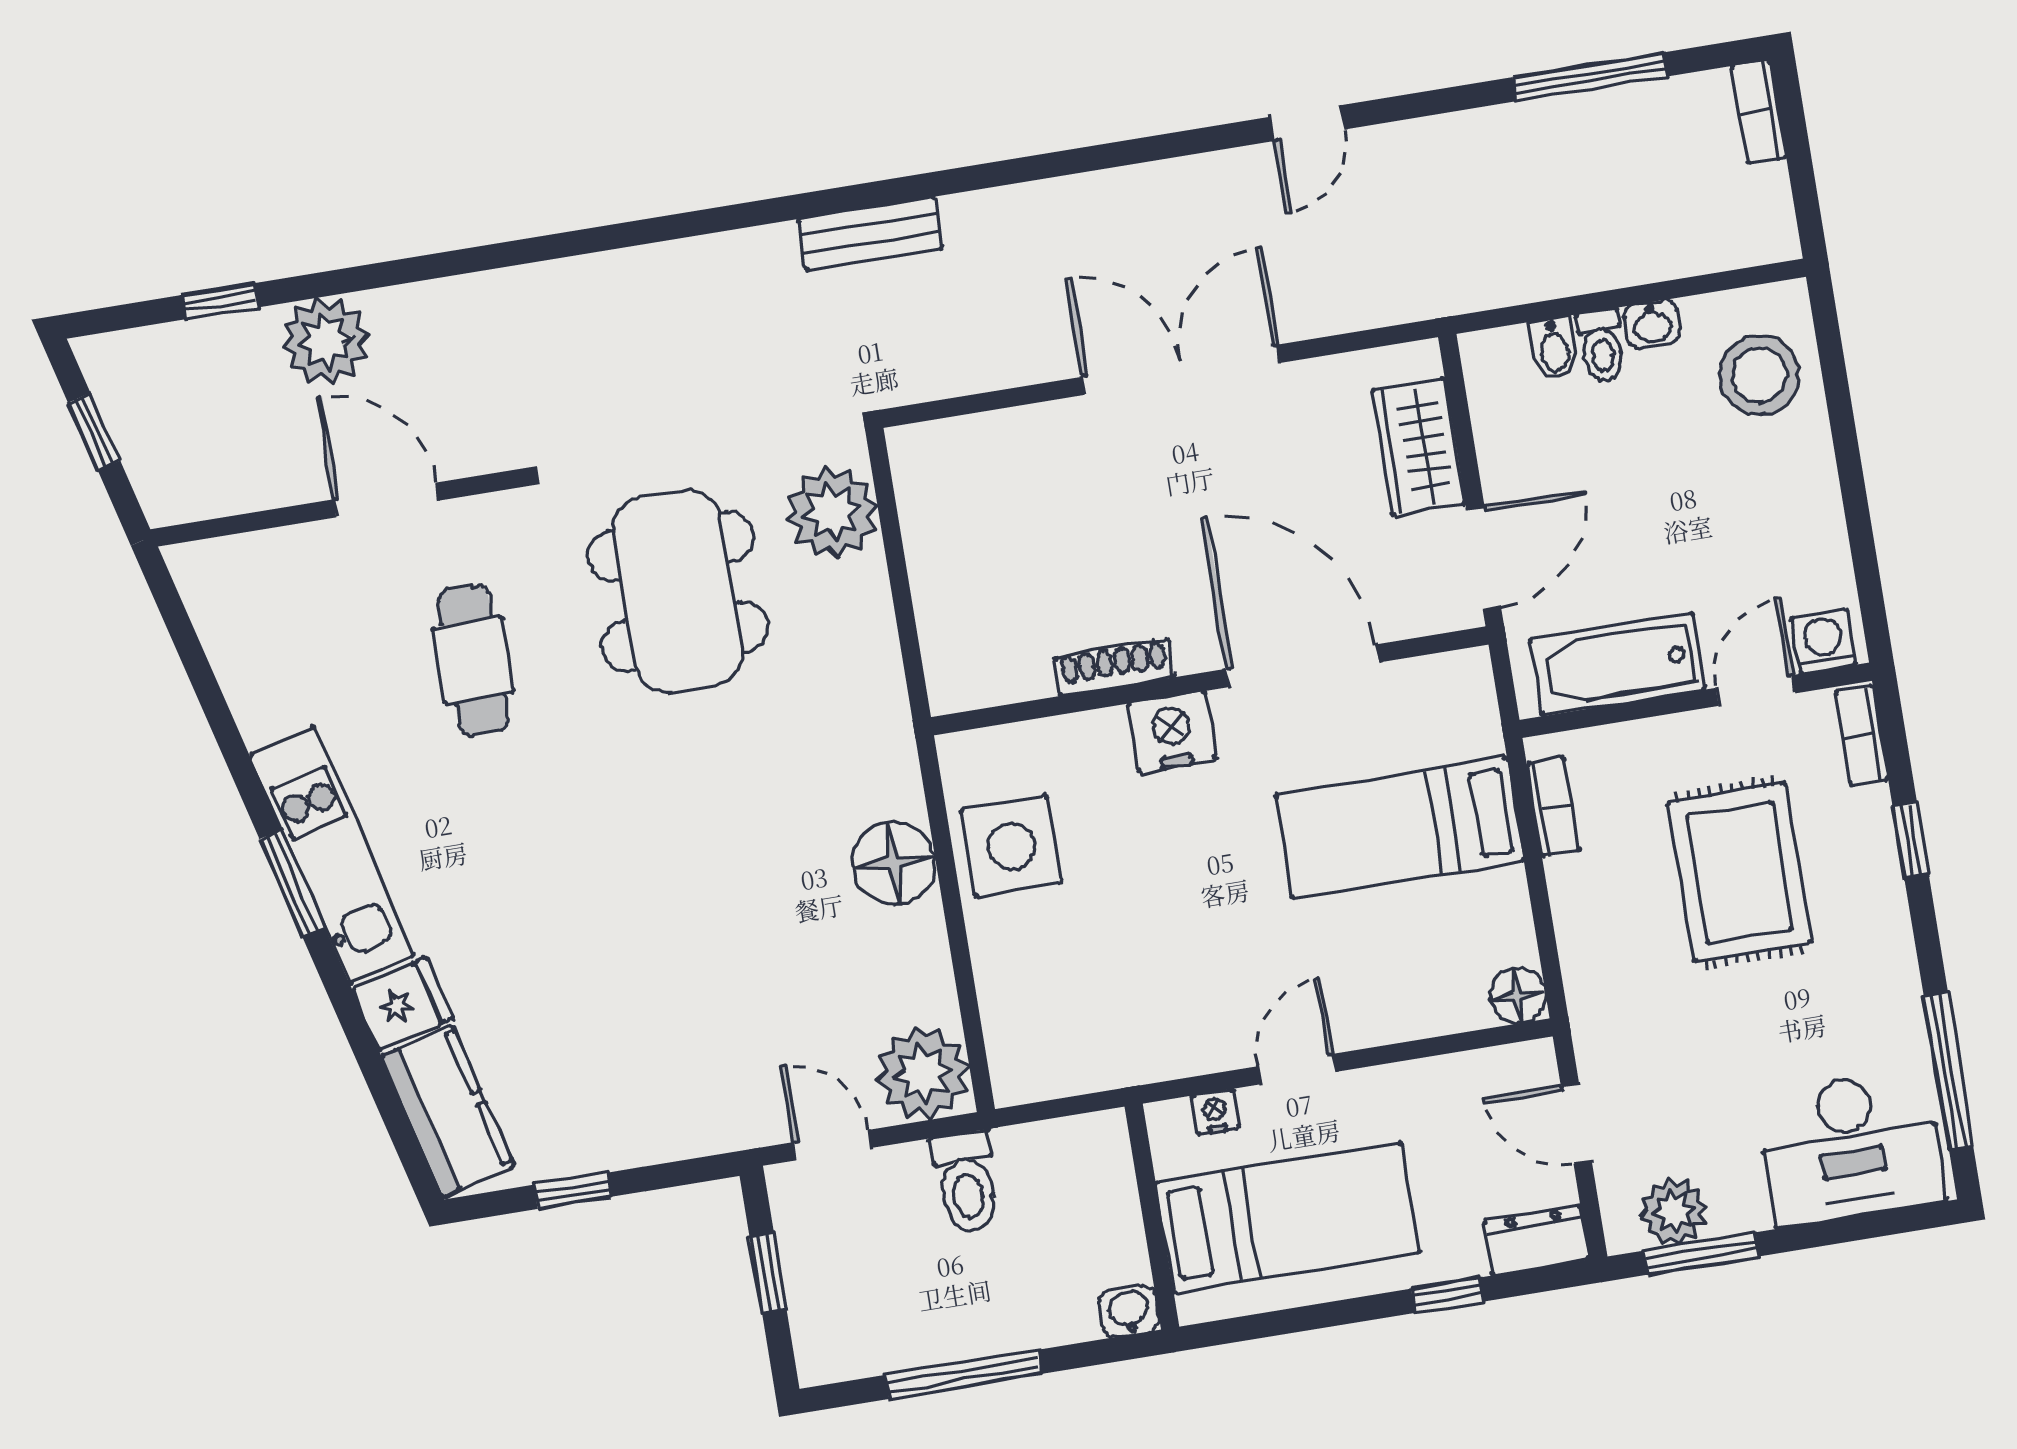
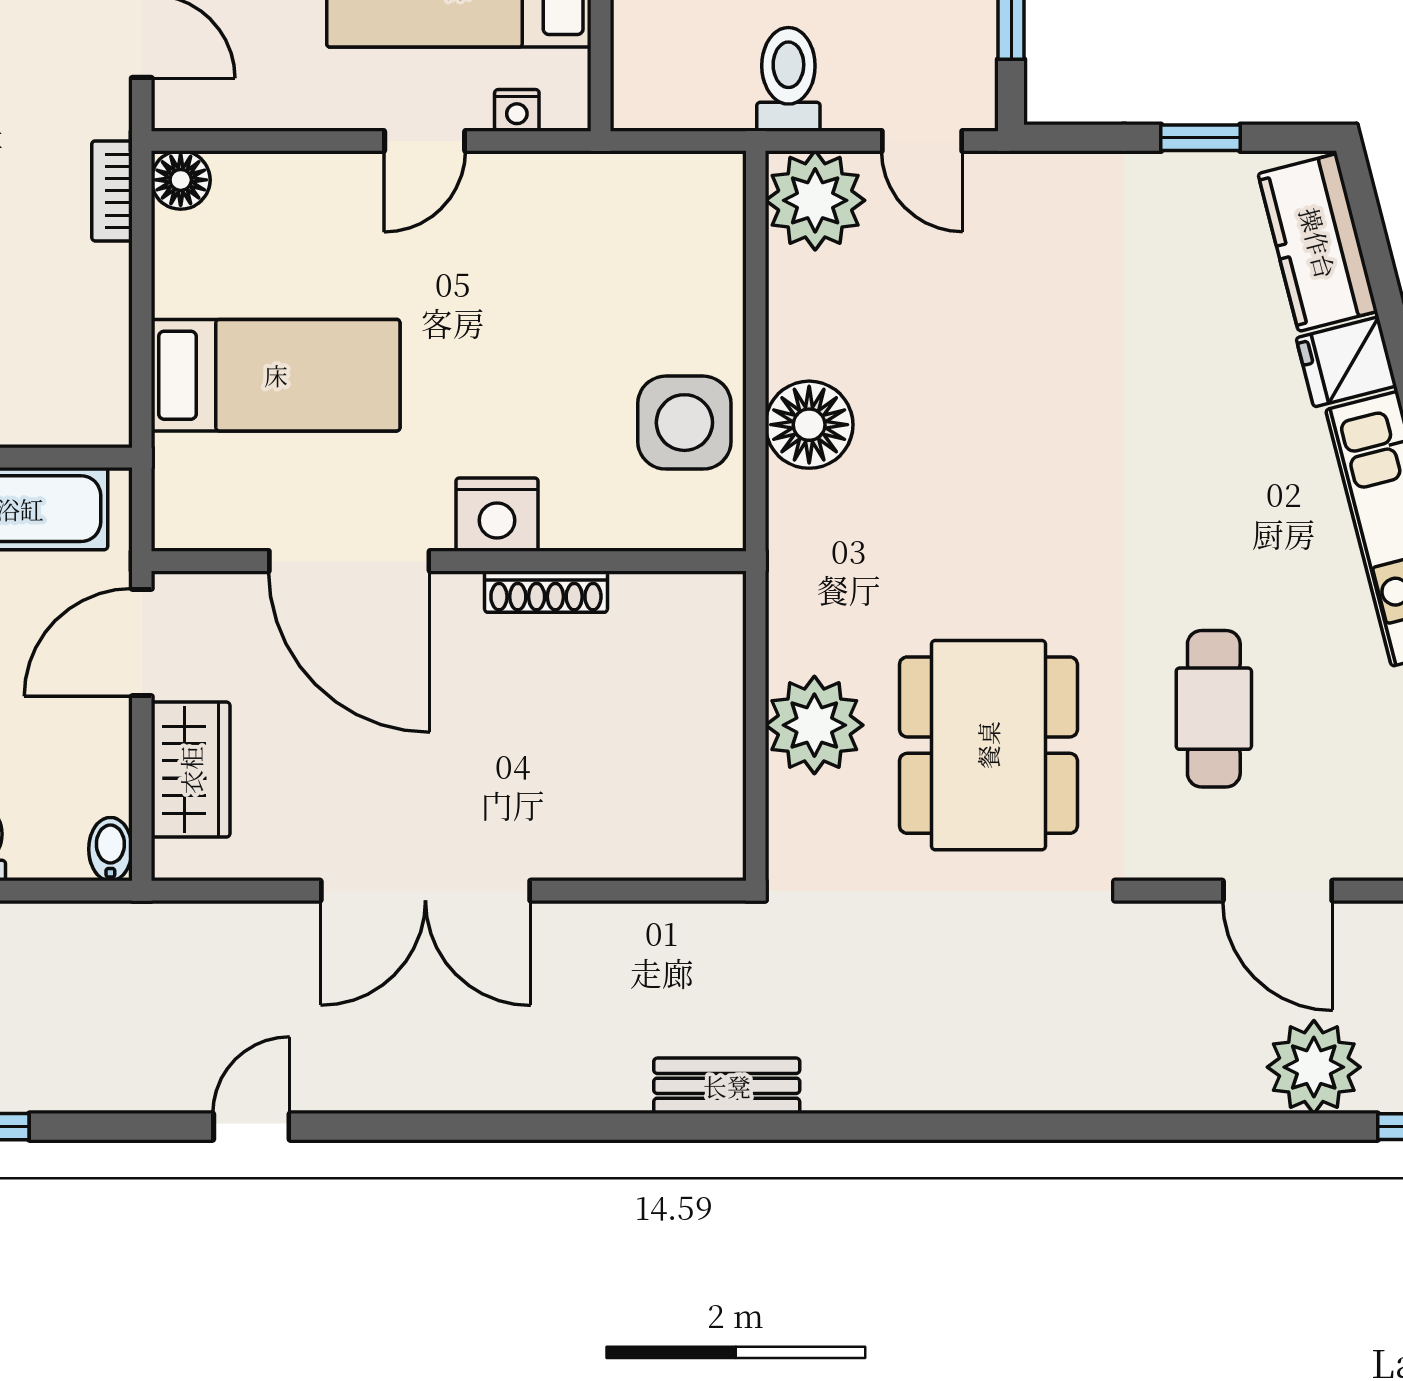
bidet: (1554, 348) -> (110, 849), moved
plant: (832, 513) -> (814, 725), moved
bookcase: (1553, 807) -> (112, 191), moved

